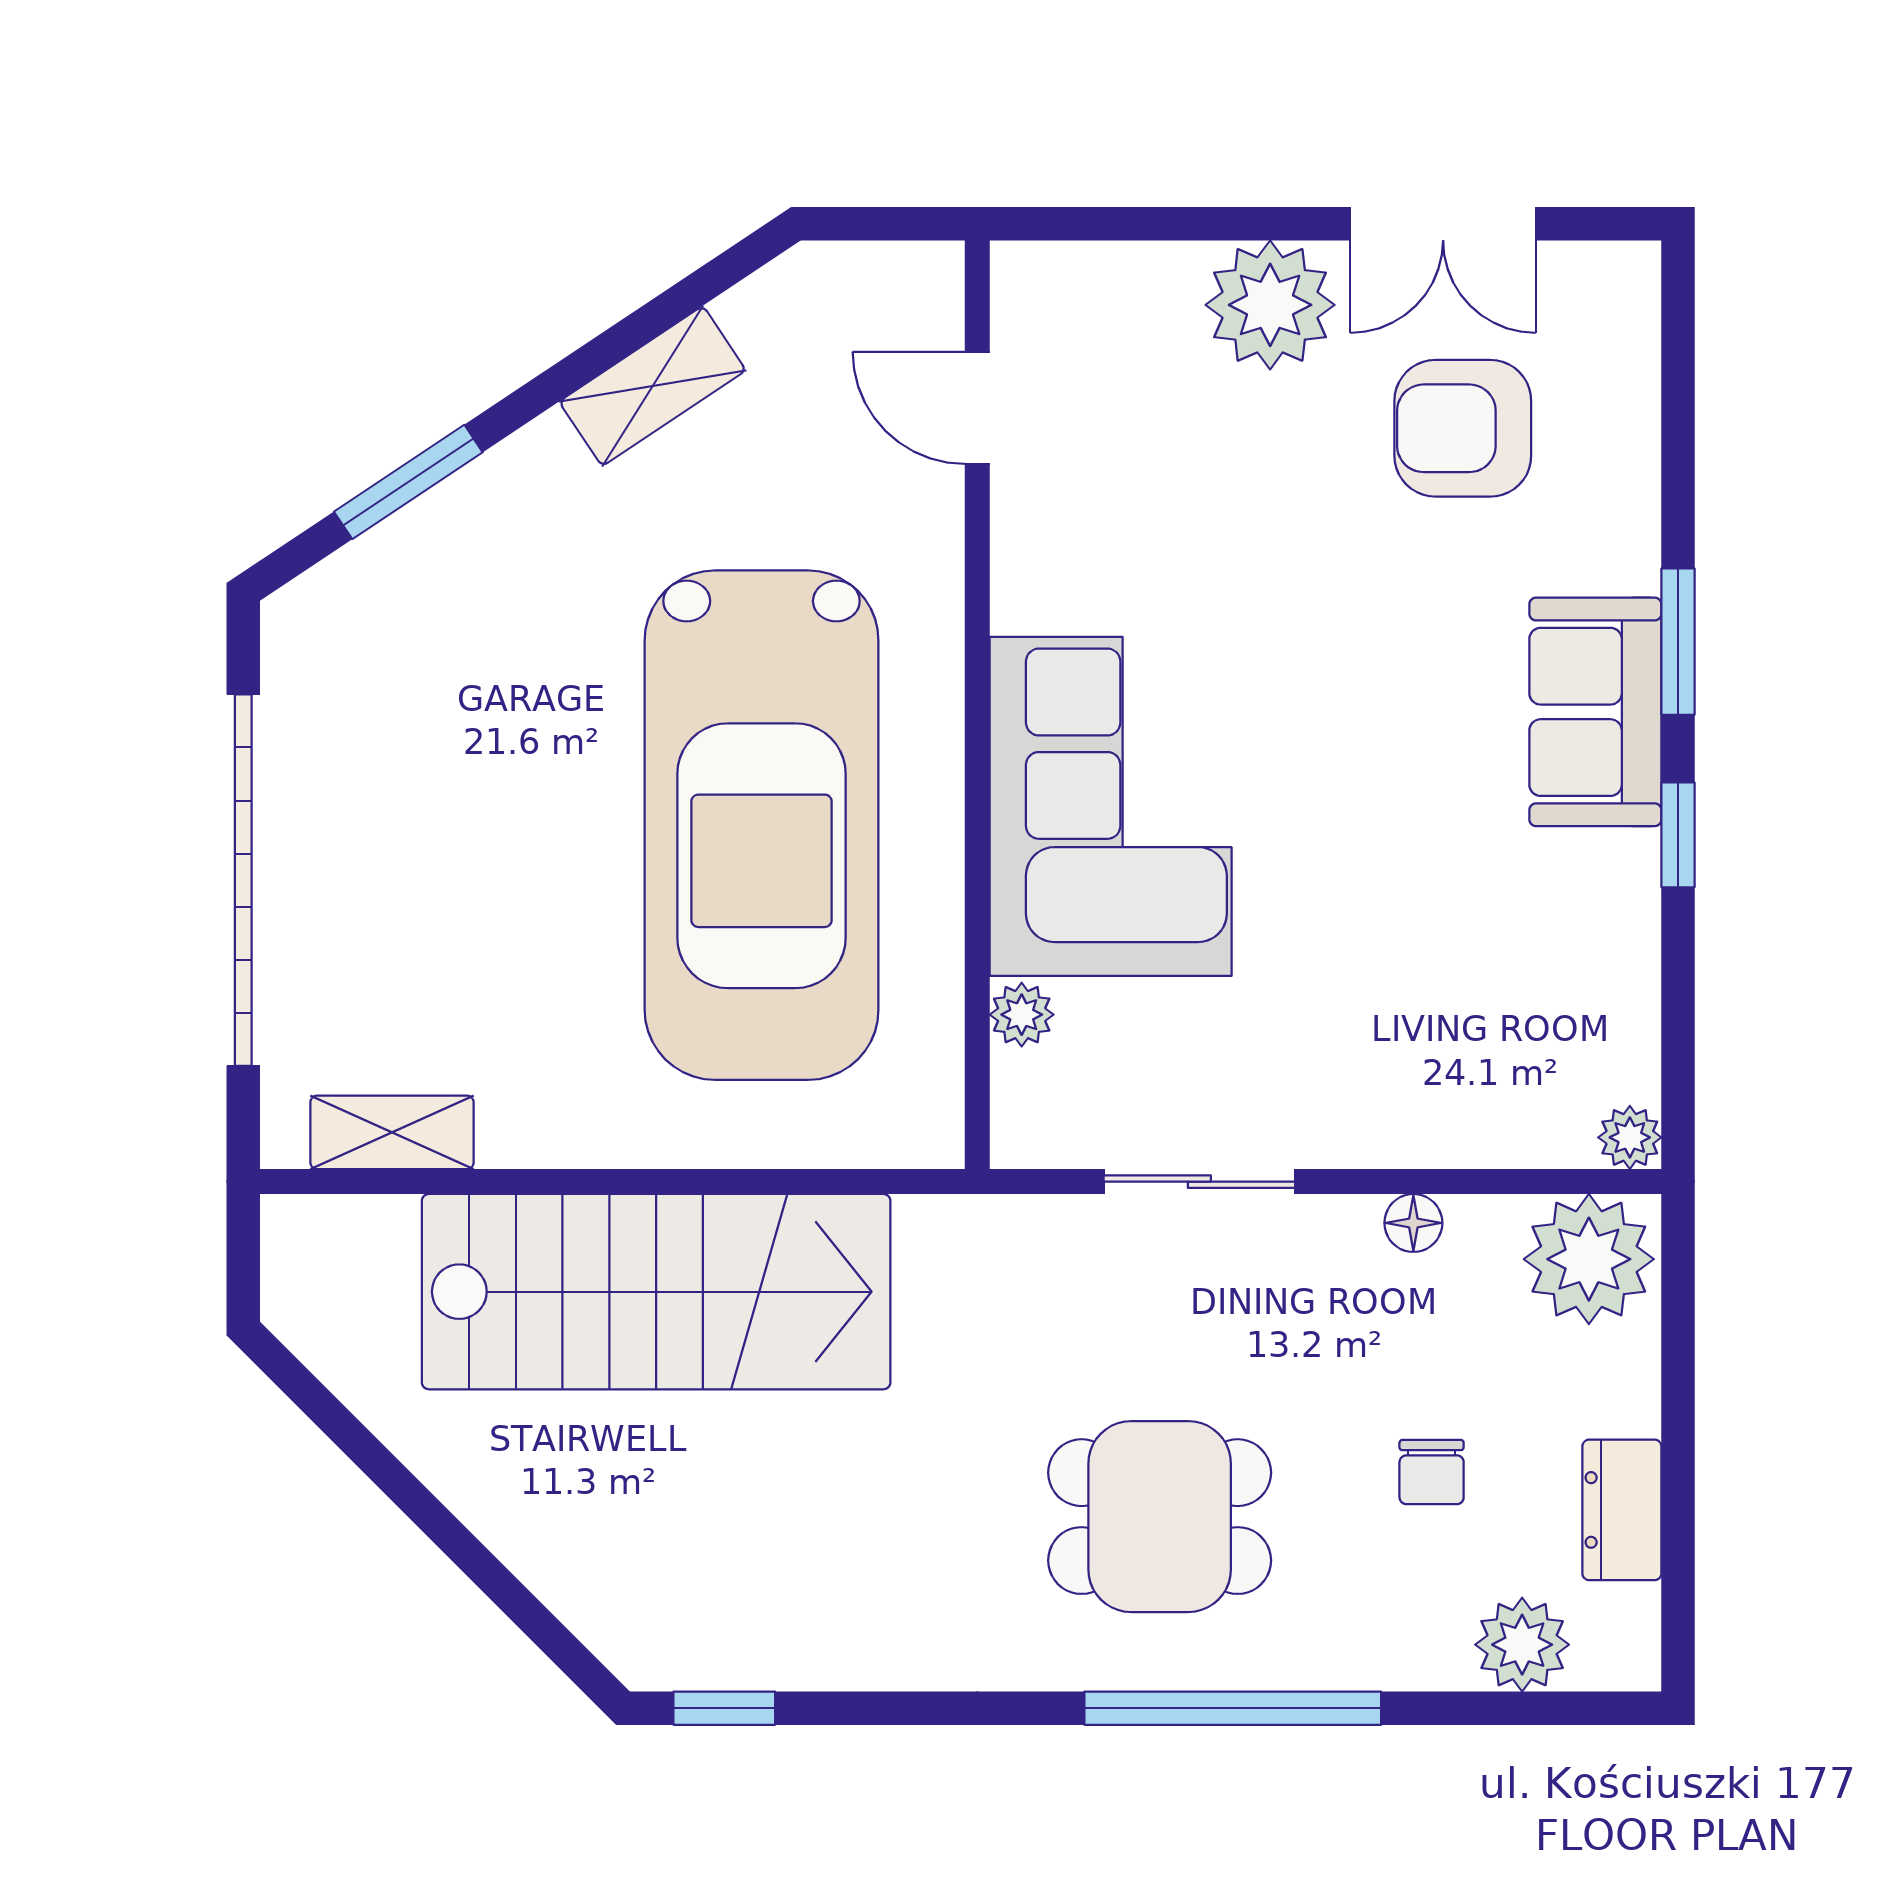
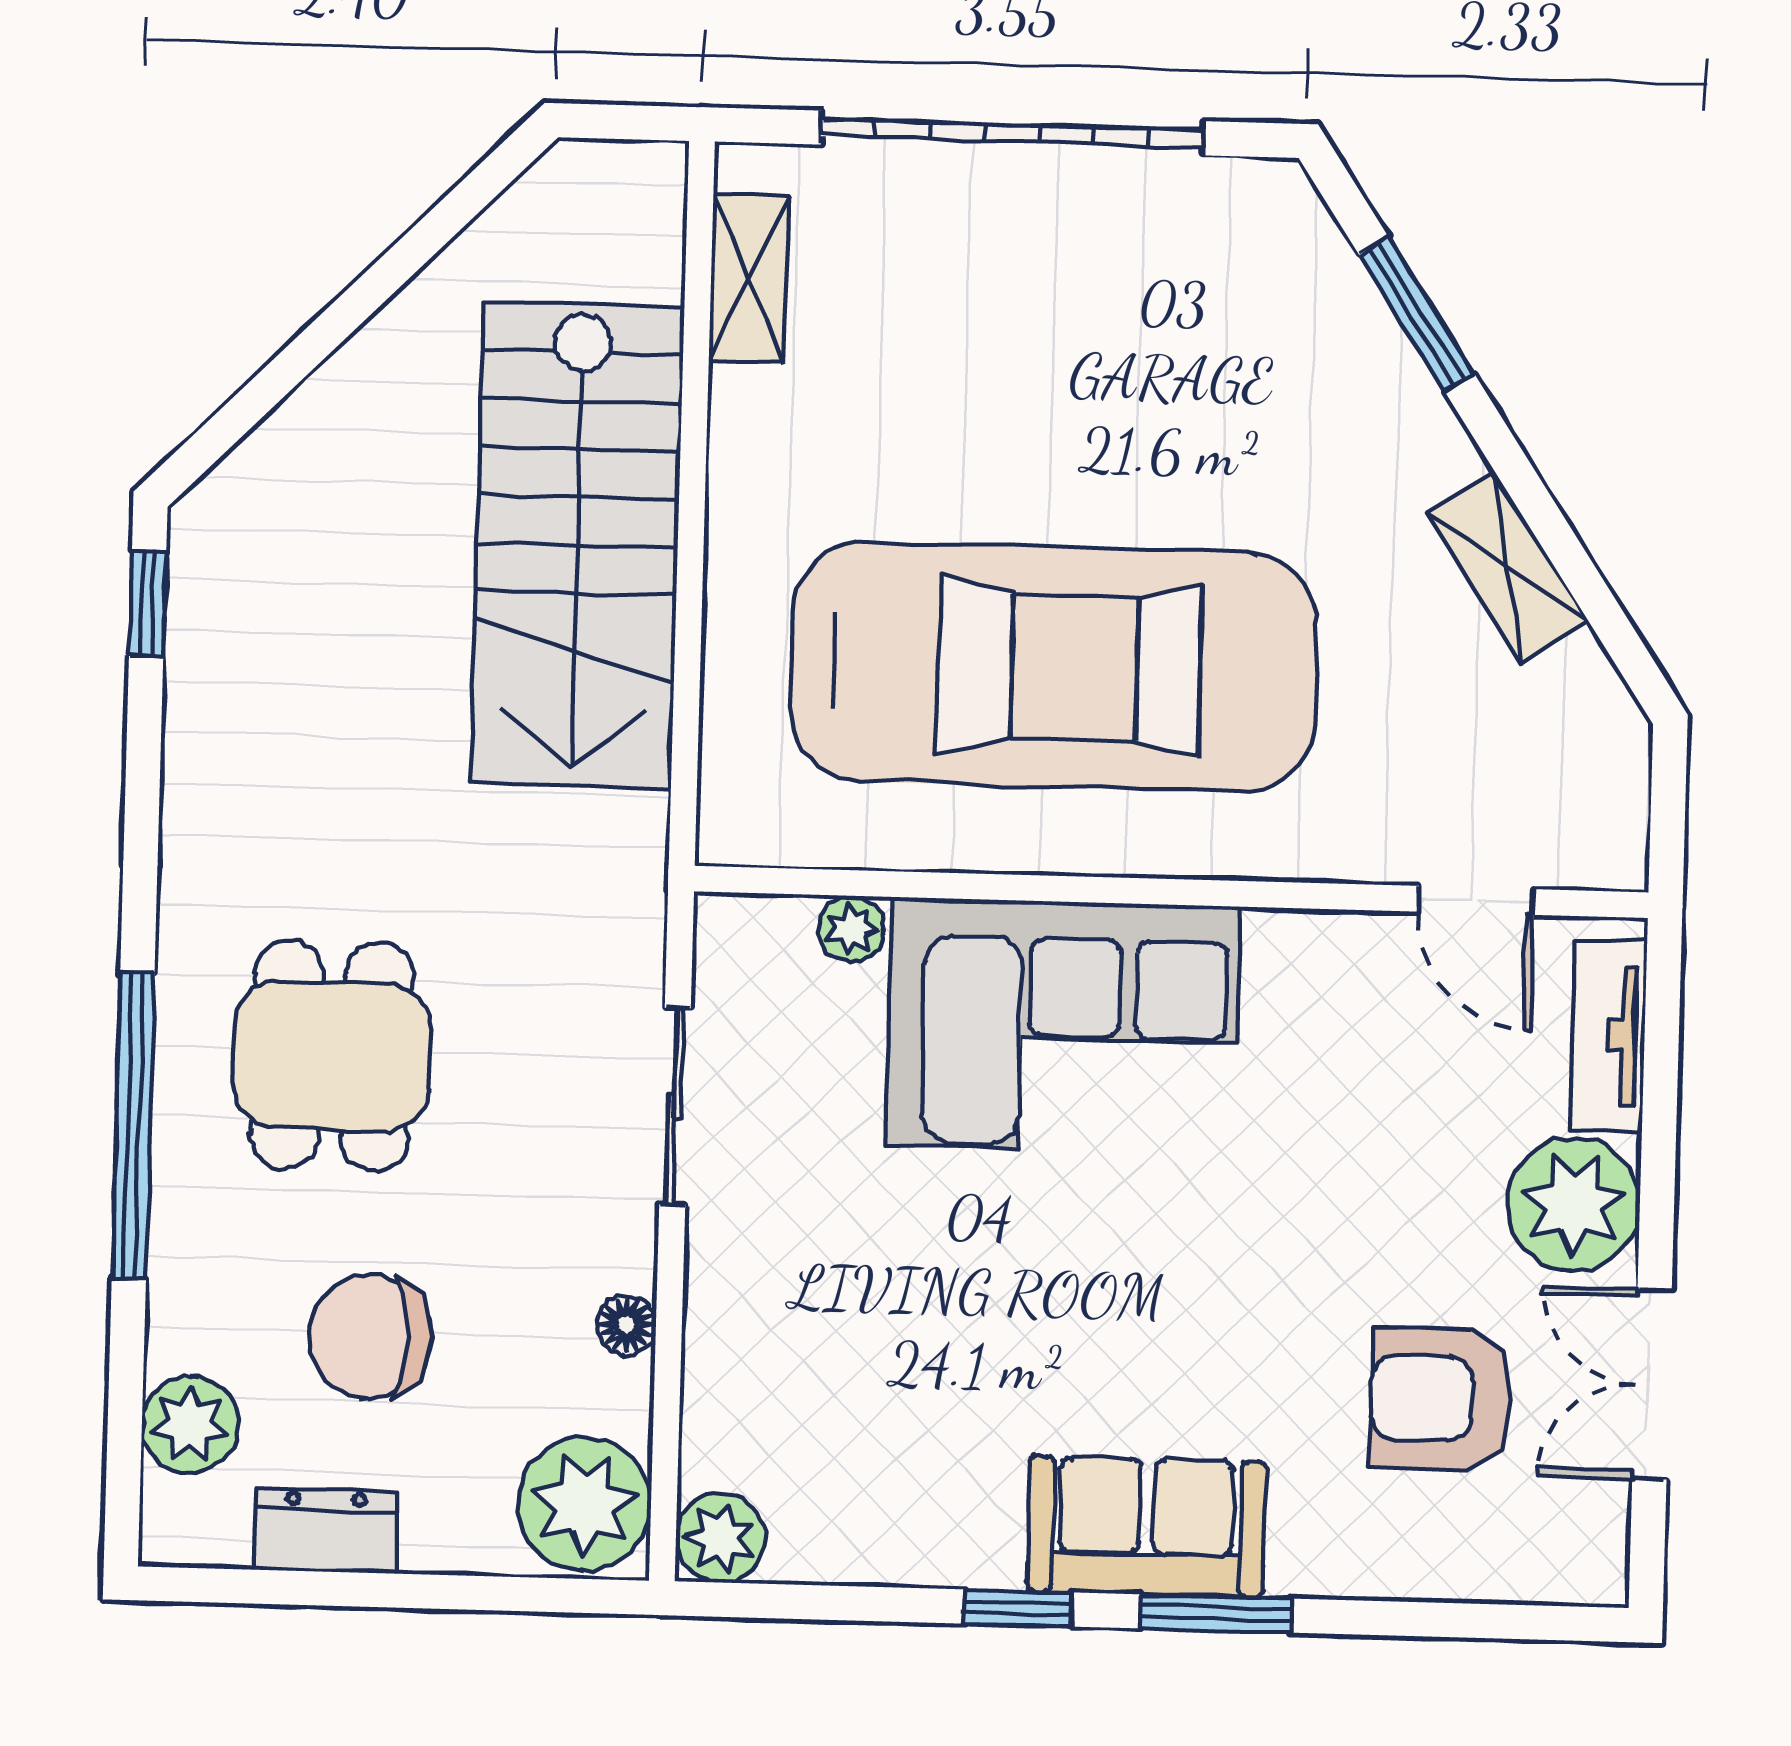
tv unit: (1105, 276) -> (1608, 1036), added
door: (977, 408) -> (1476, 900), swing flipped
armchair: (1463, 428) -> (1441, 1399), turned -90
car: (762, 825) -> (1054, 667), turned 180
plant: (1630, 1137) -> (720, 1538), width x1.38, depth x1.38
chair: (1432, 1472) -> (370, 1337), width x1.87, depth x1.87

